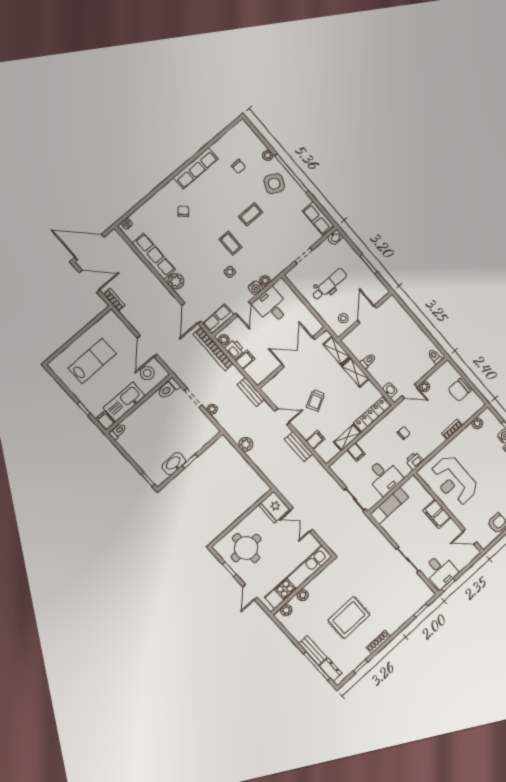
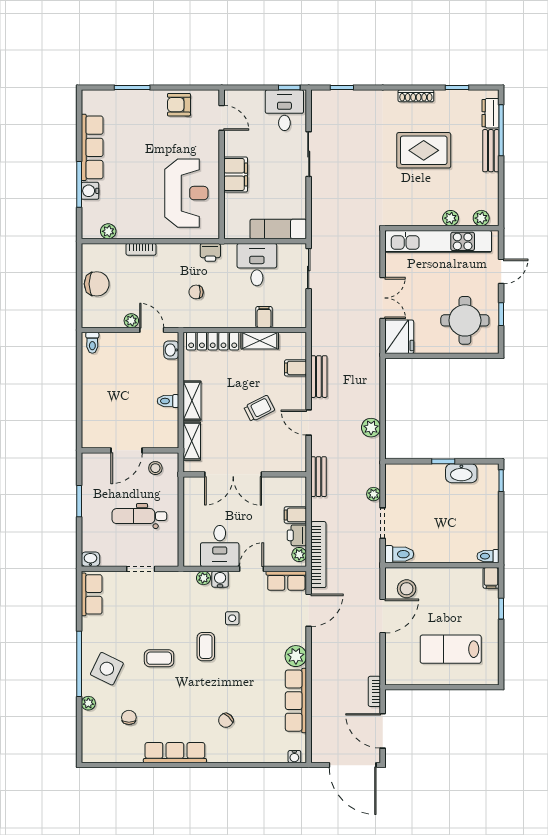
kitchen sink: (124, 402) -> (455, 580), removed

